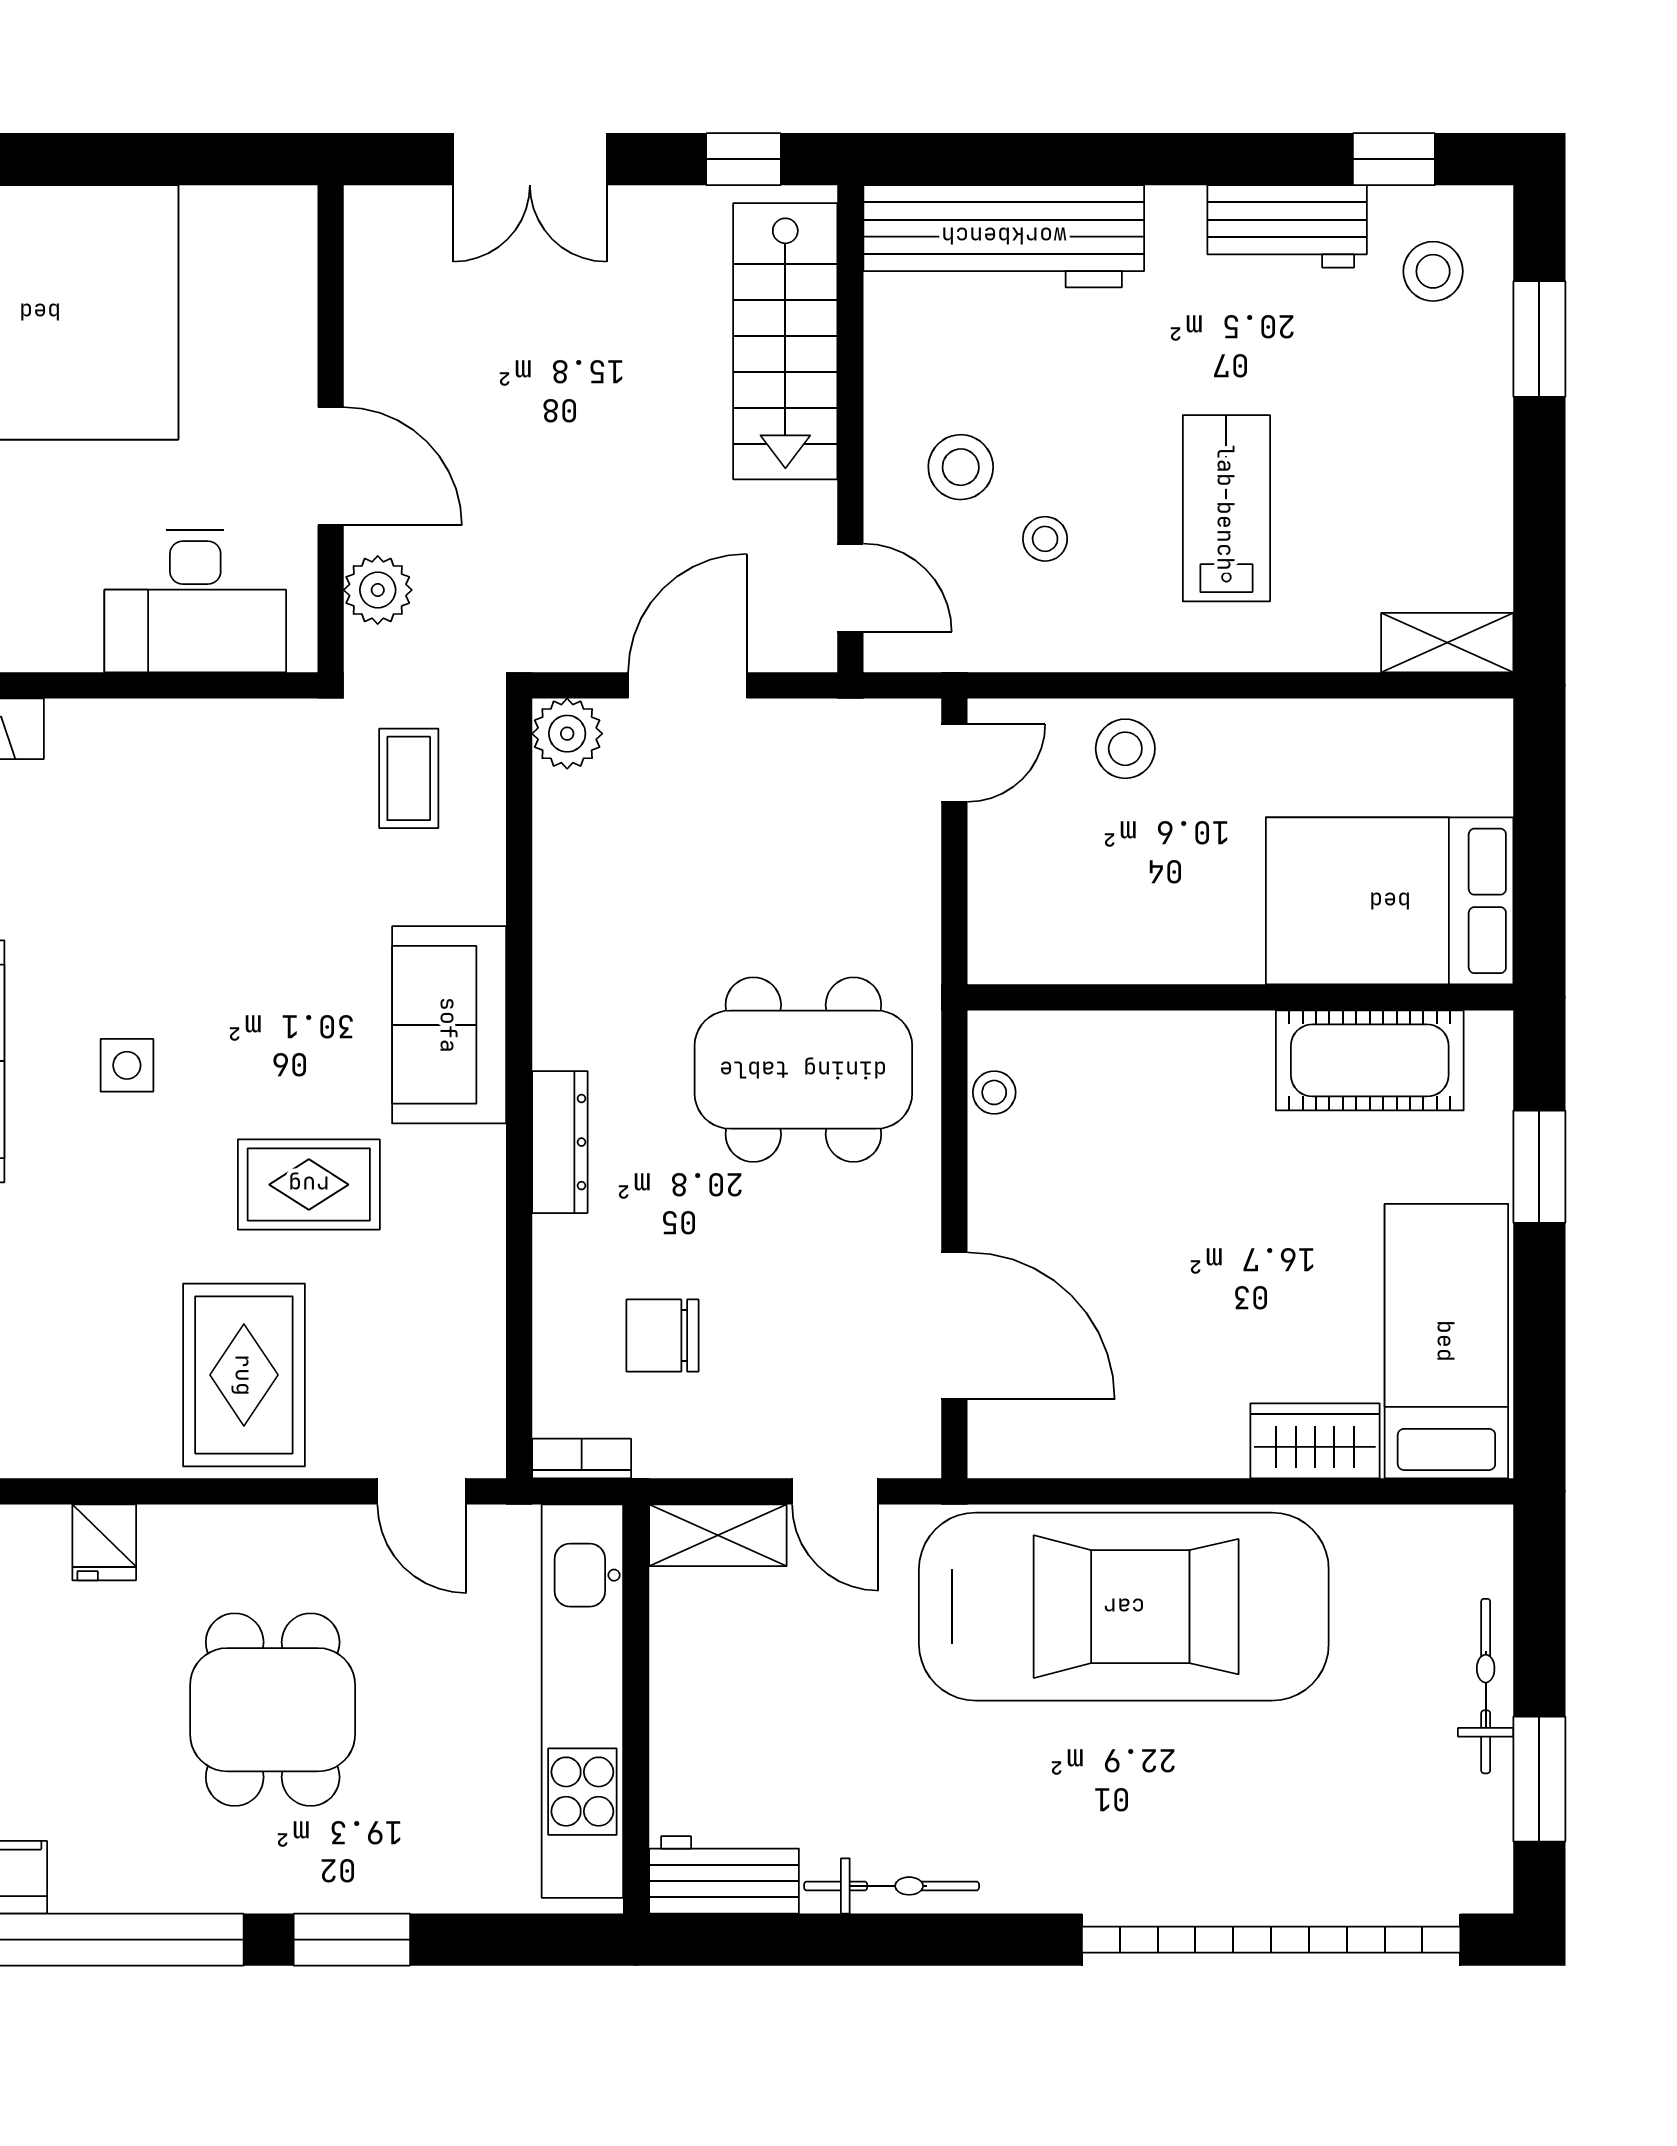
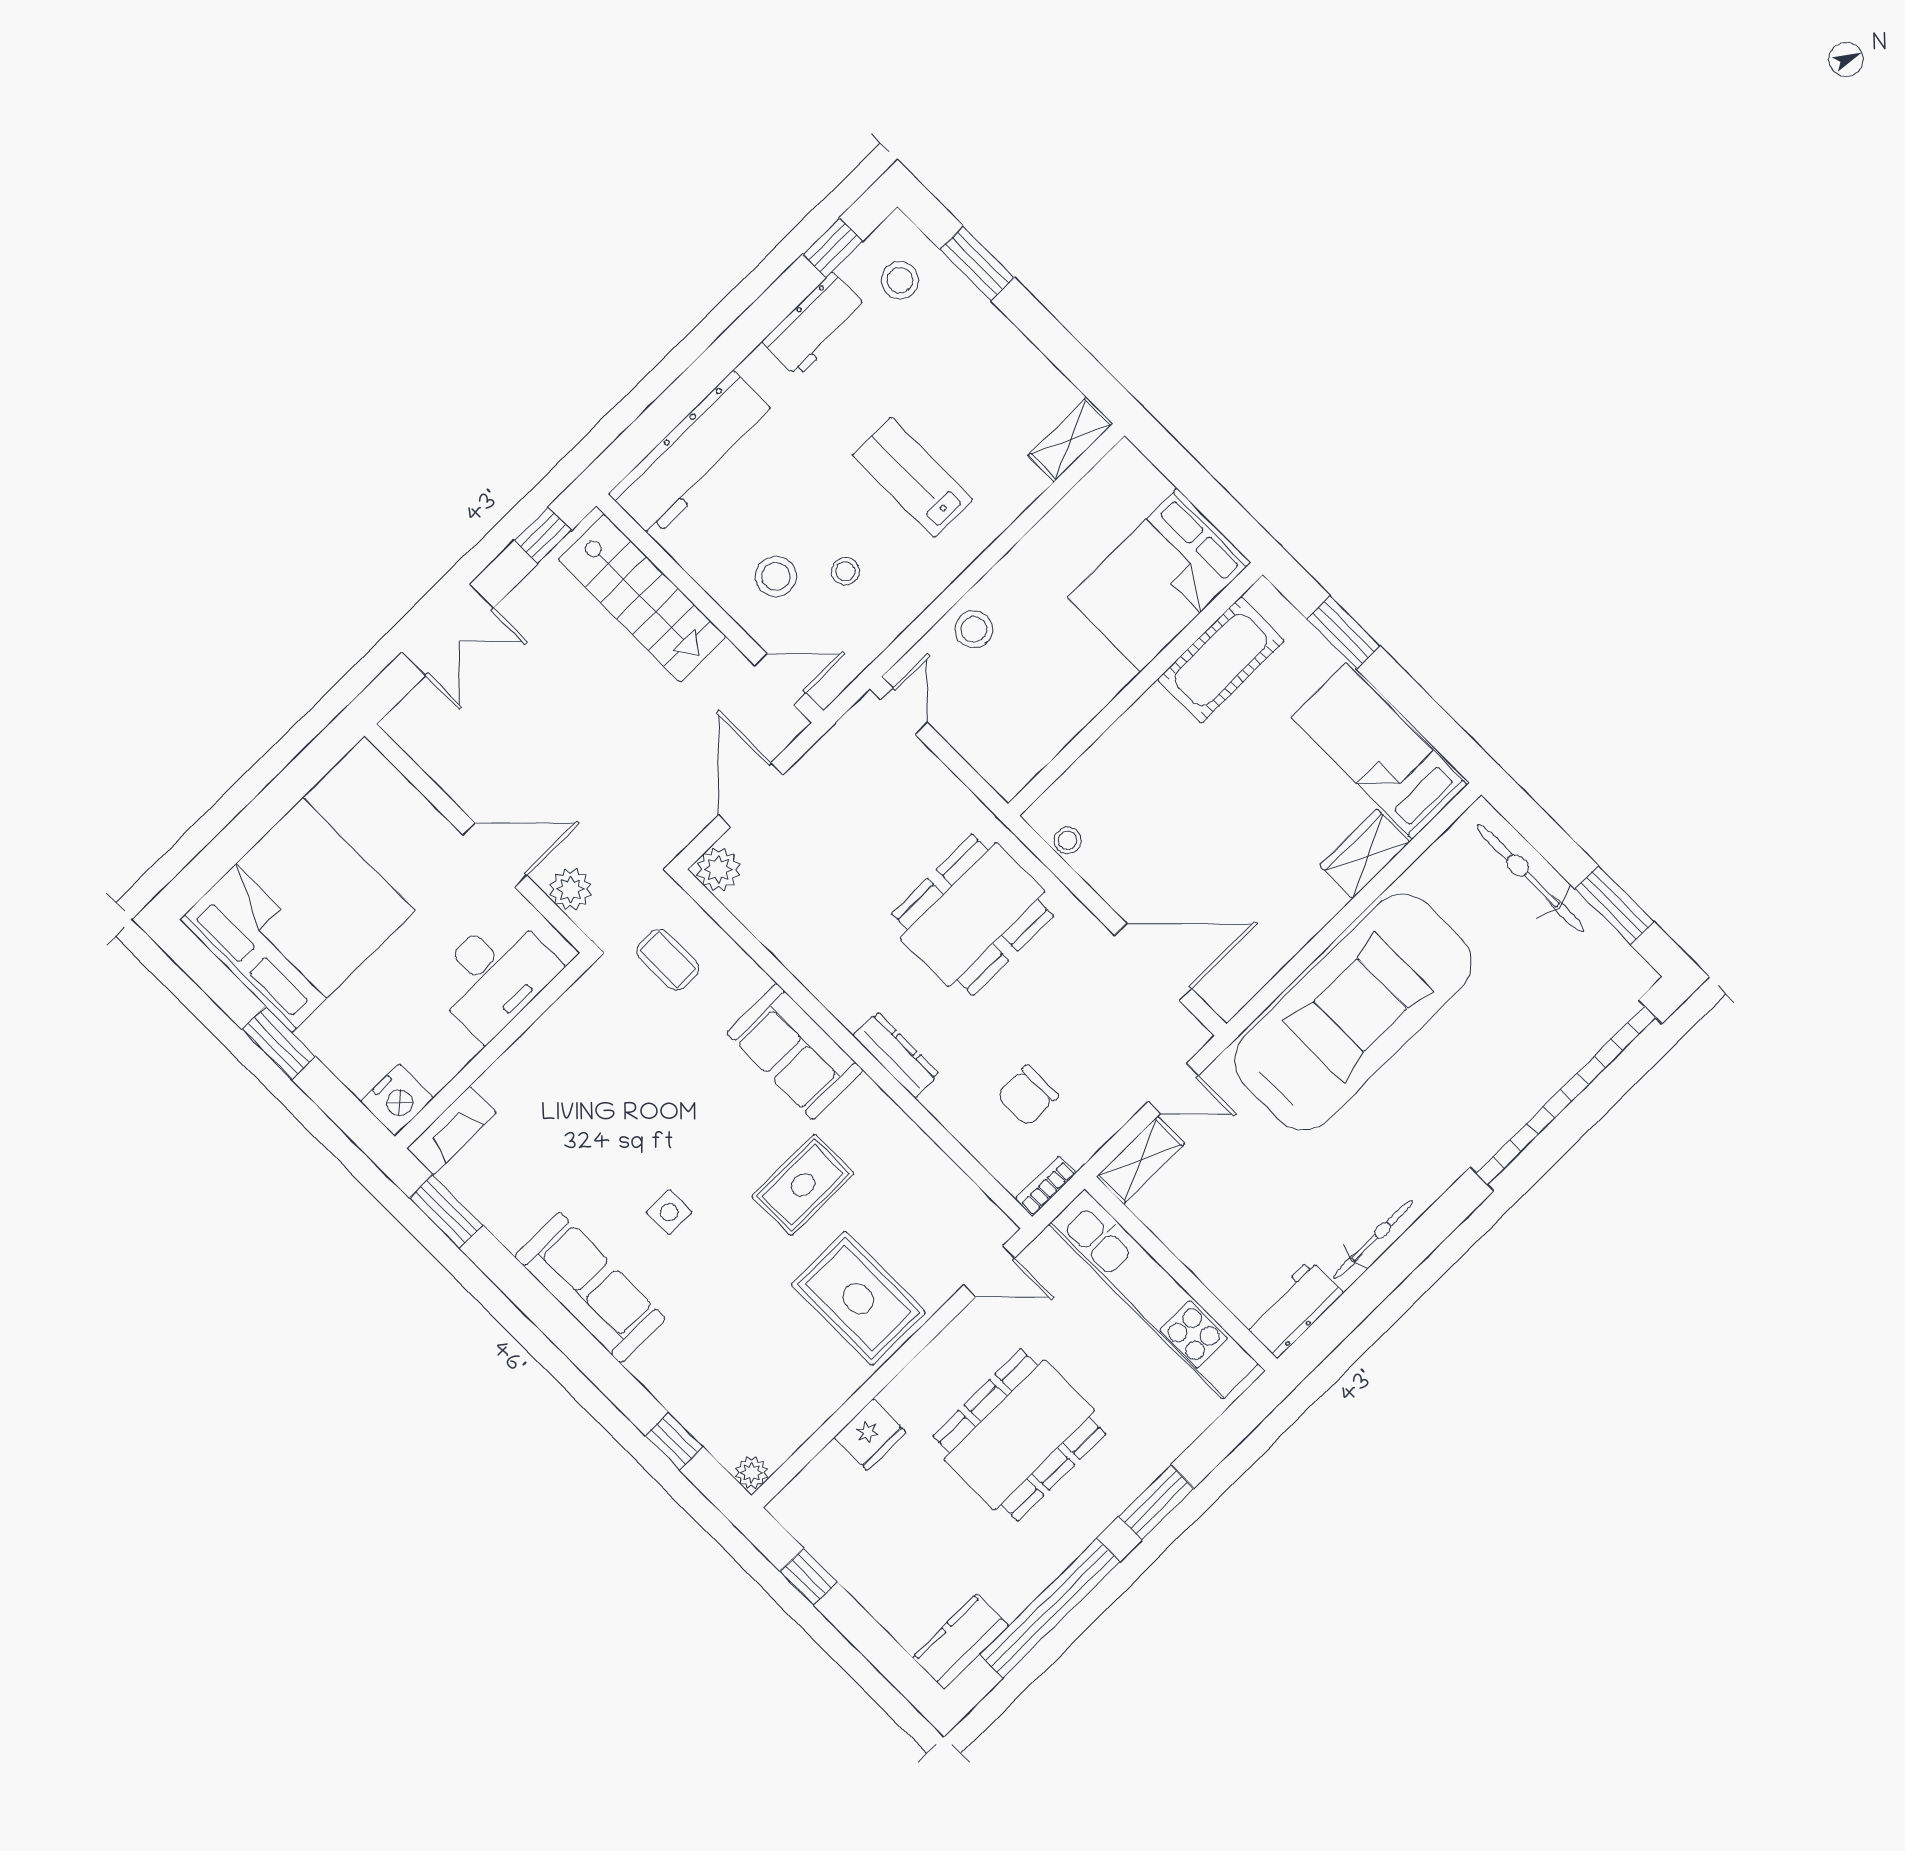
fridge: (104, 1542) -> (870, 1435), width x1.38
bicycle: (1486, 1686) -> (1530, 878), width x1.37, depth x1.40
dining table: (273, 1710) -> (1019, 1435), width x1.38

